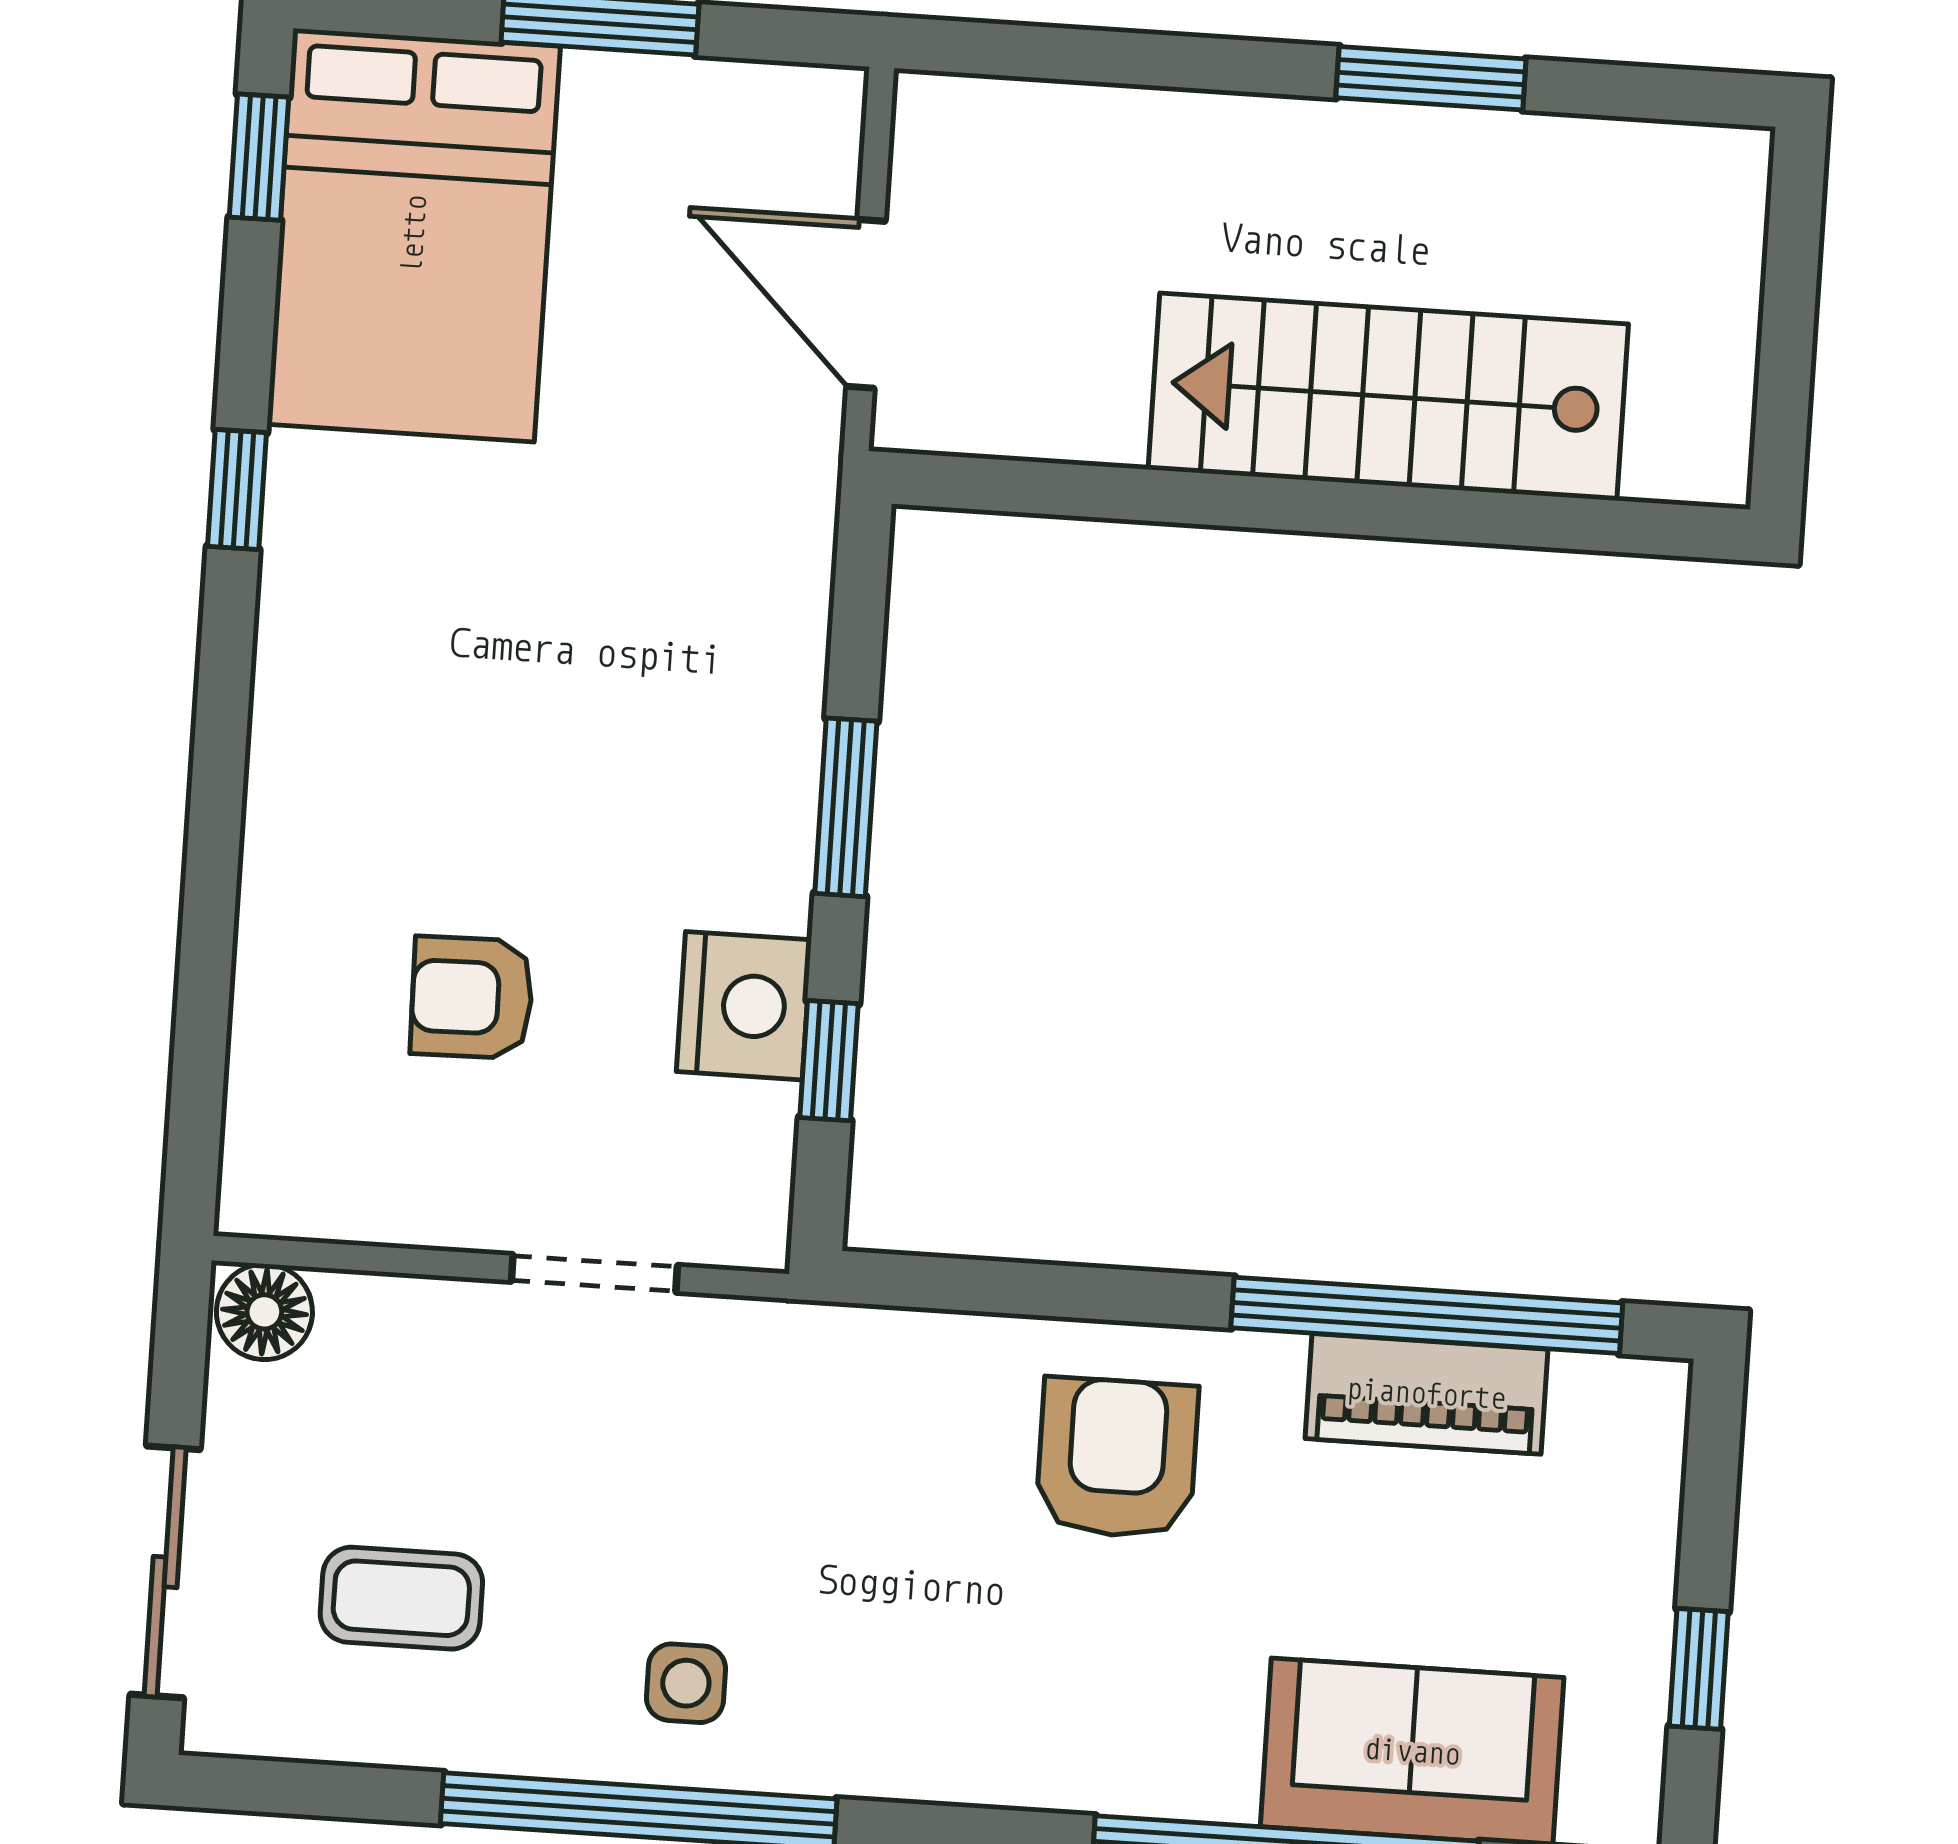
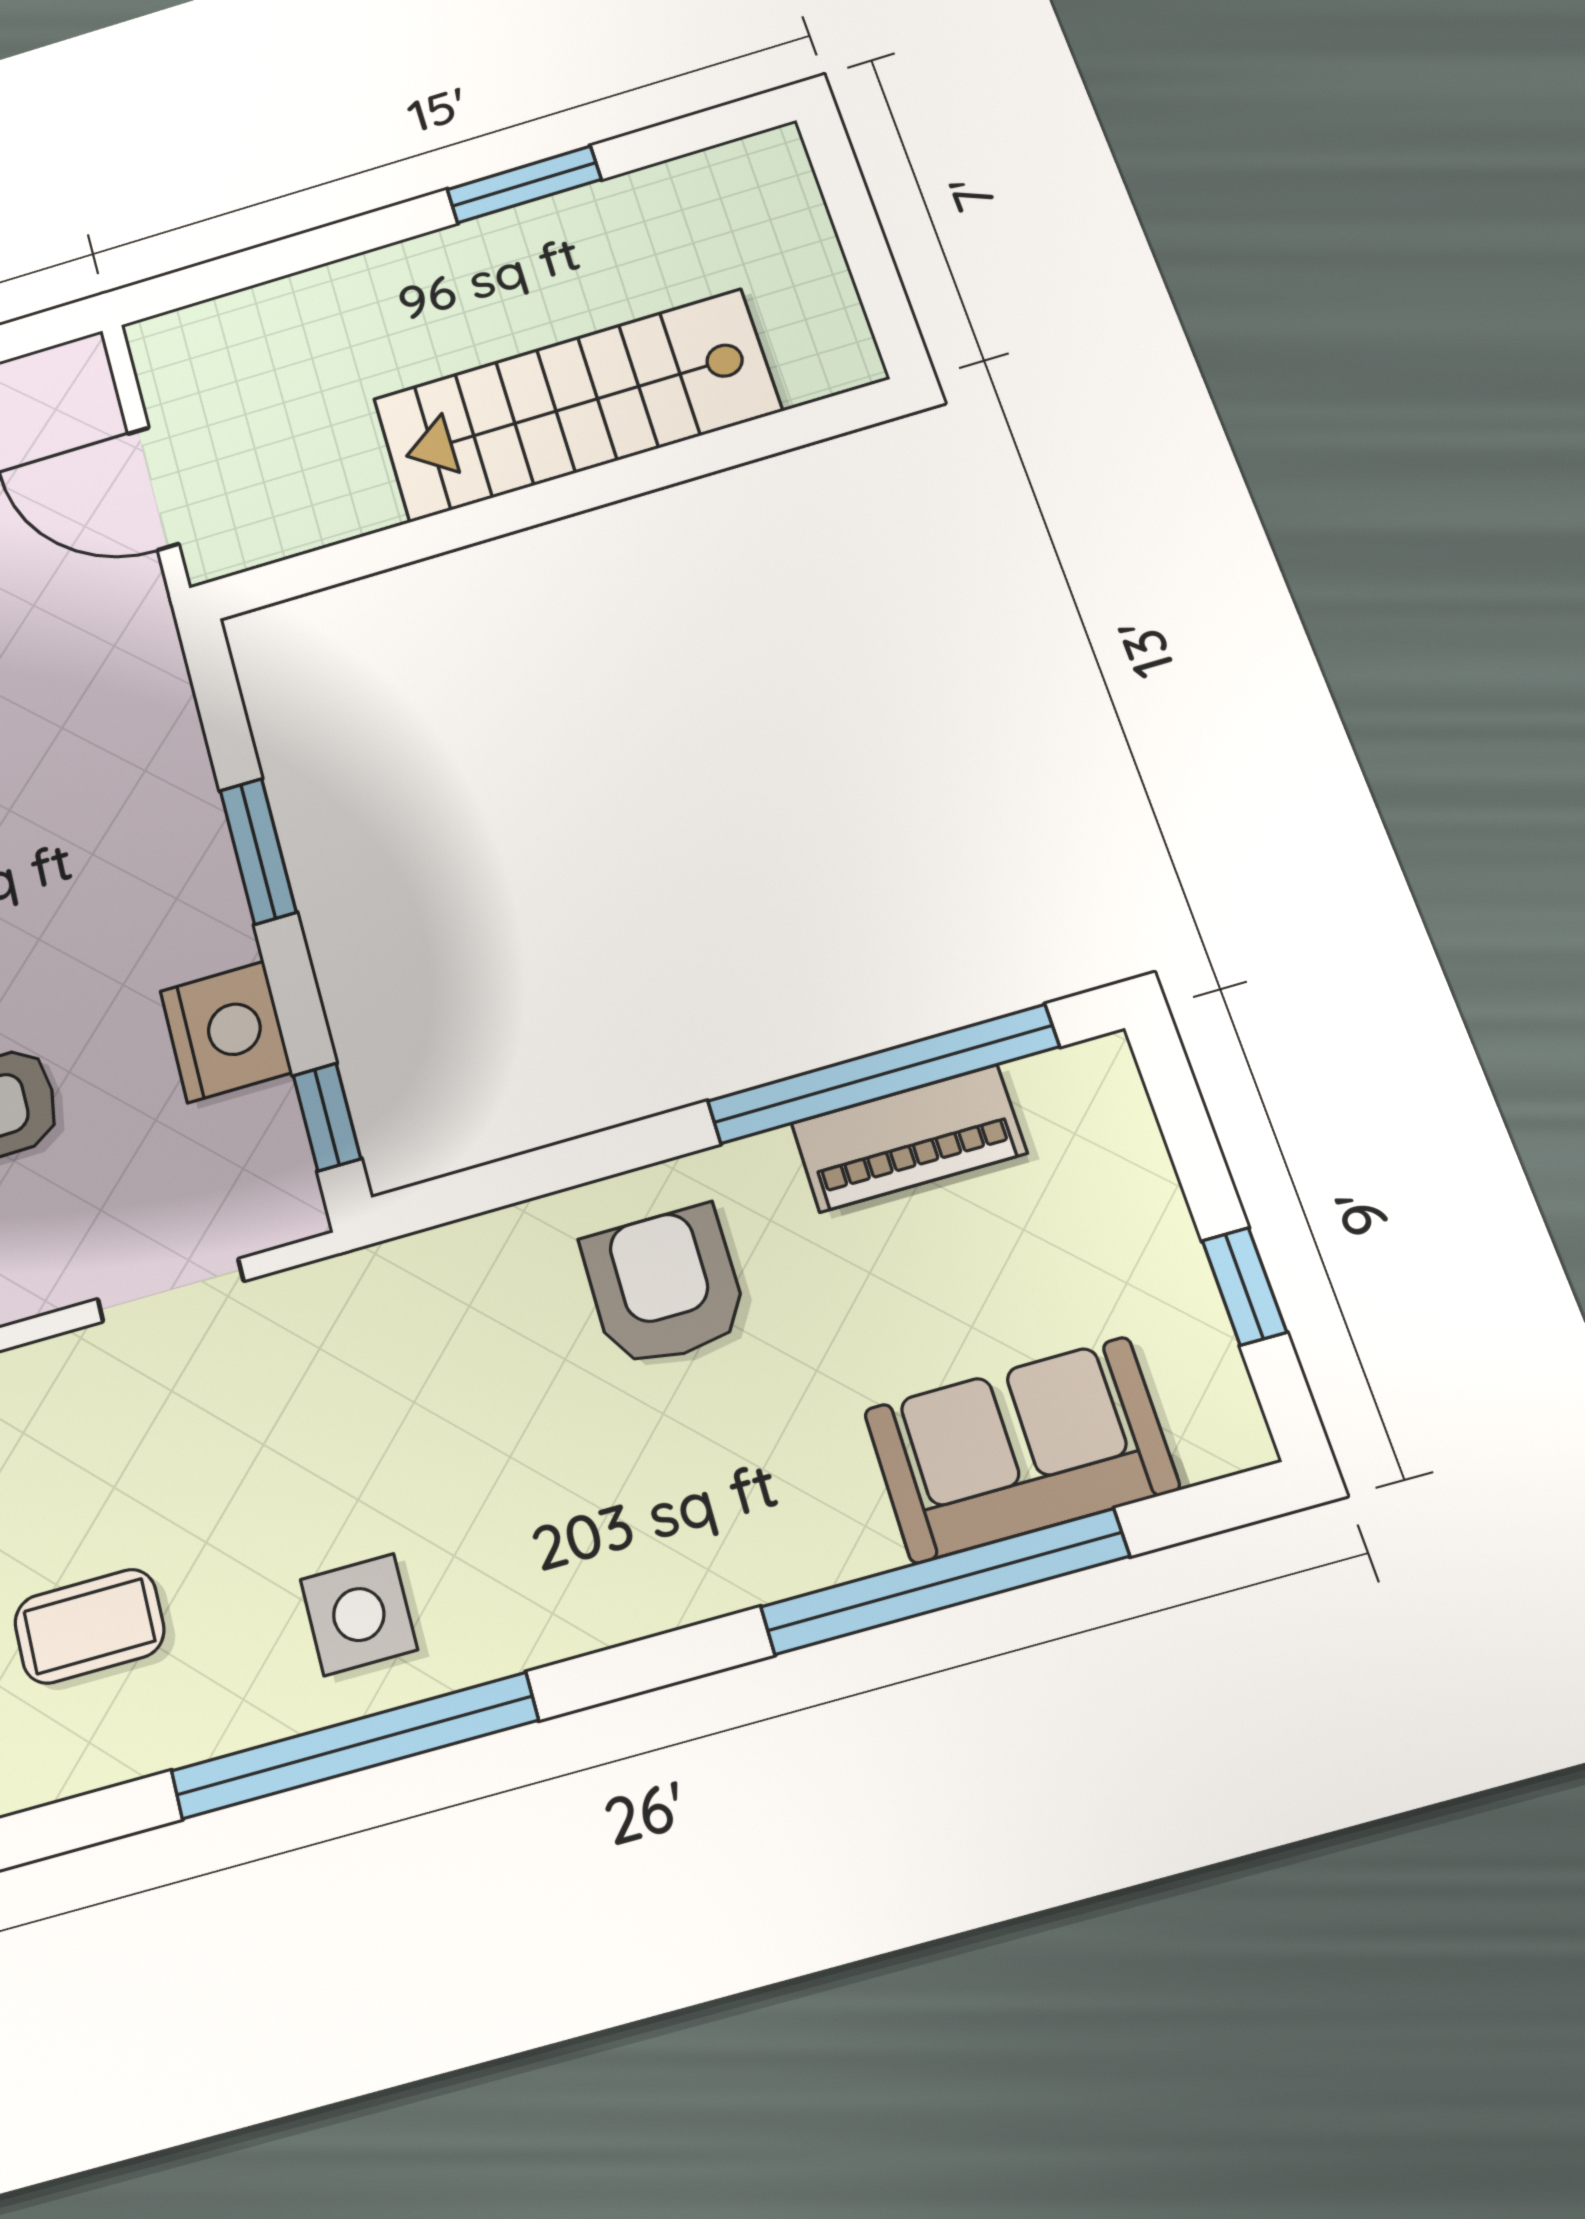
window: (829, 1061) -> (327, 1117), moved
side table: (686, 1683) -> (359, 1615), width x1.37, depth x1.37

